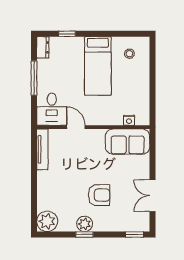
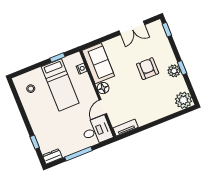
bed: (98, 66) -> (60, 85), moved, turned 90
window: (152, 98) -> (57, 58), added
floor lamp: (97, 136) -> (103, 88), added
tv unit: (42, 149) -> (126, 128), width x0.71

